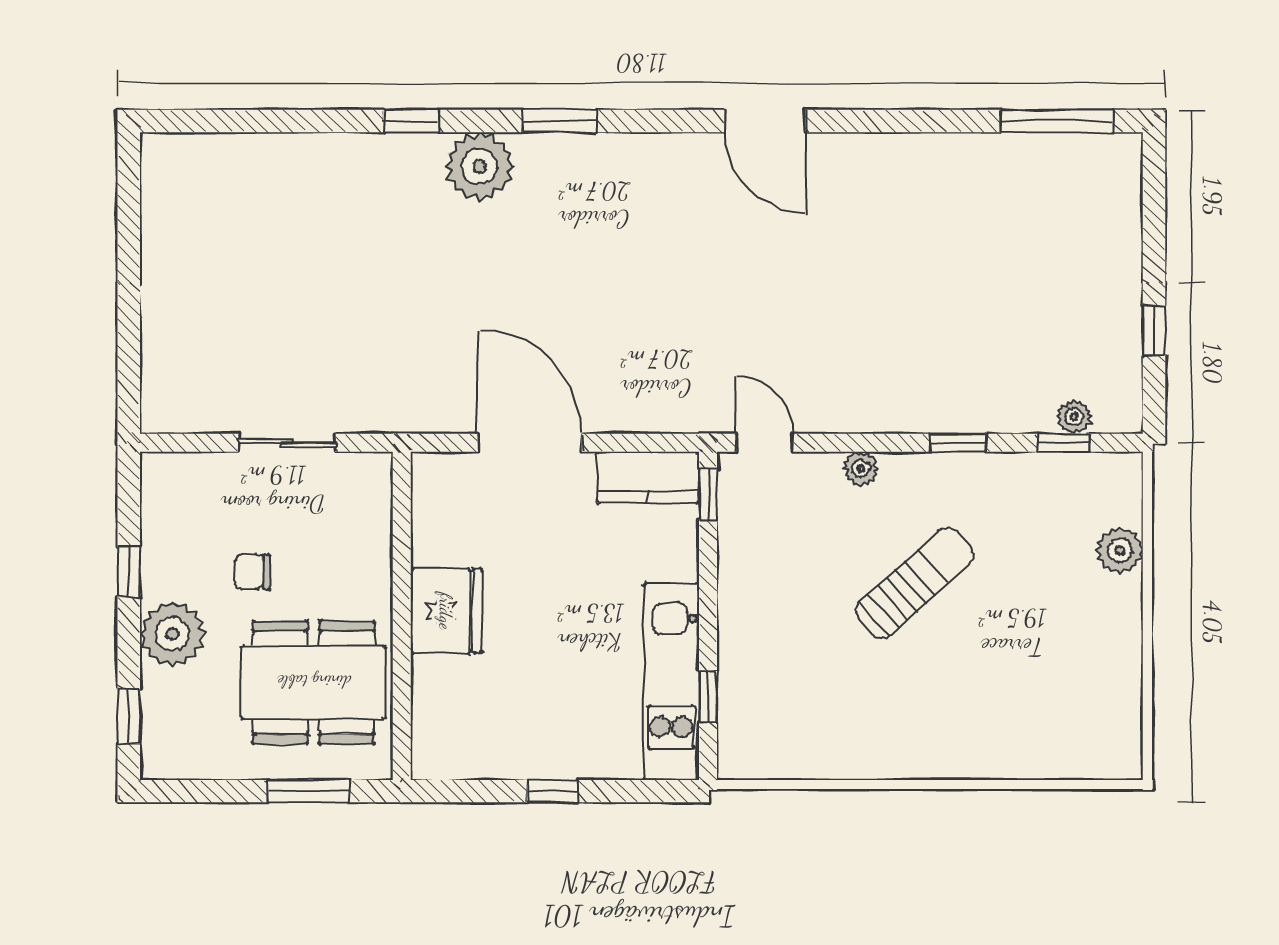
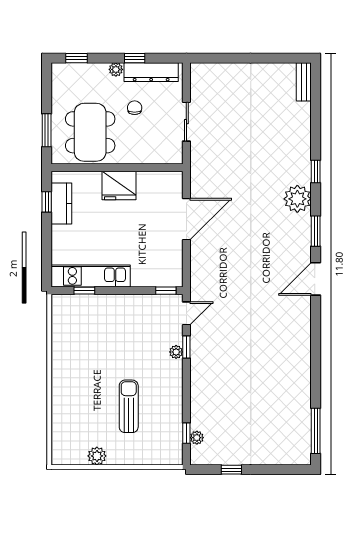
door: (765, 121) -> (316, 279), moved
bench: (188, 150) -> (304, 82), added
window: (958, 443) -> (186, 347), moved
kitchen counter: (648, 477) -> (61, 203), moved, turned 180
dresser: (164, 531) -> (151, 72), added
plant: (1120, 550) -> (97, 456), moved
sun lounger: (915, 583) -> (129, 406), moved, turned -138
plant: (172, 634) -> (116, 69), width x0.53, depth x0.53
window: (552, 791) -> (47, 202), moved

